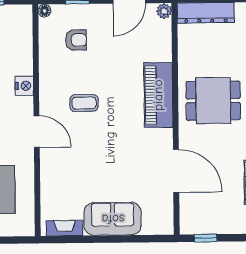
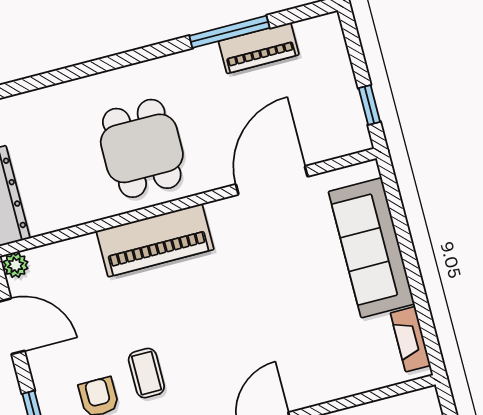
coffee table: (84, 103) -> (146, 373), moved
sofa: (113, 219) -> (371, 248), width x1.36

